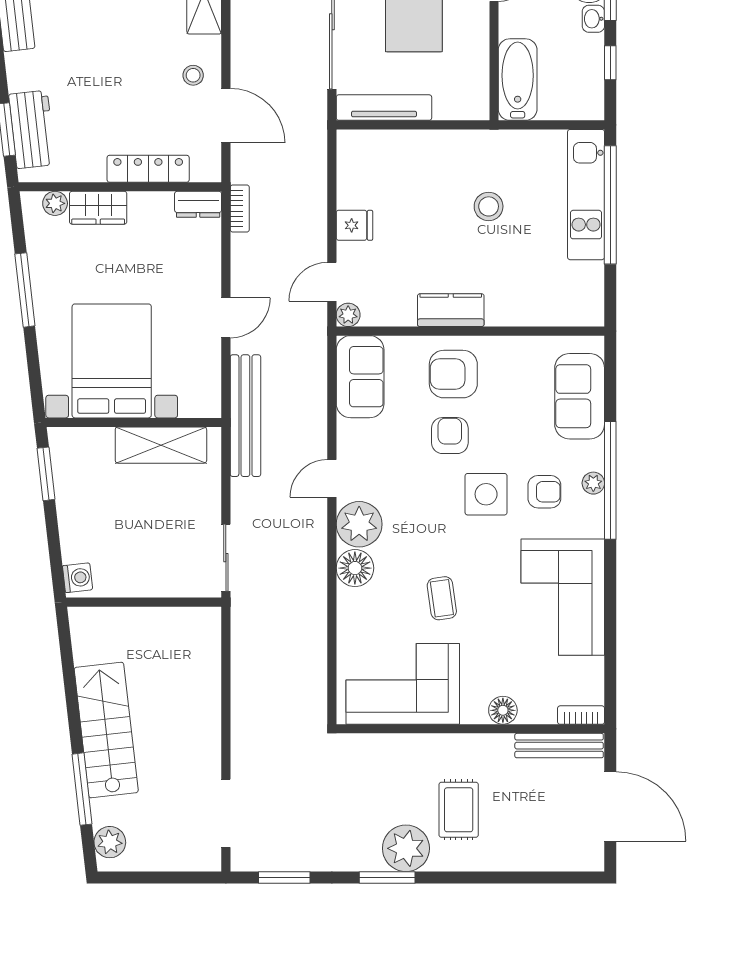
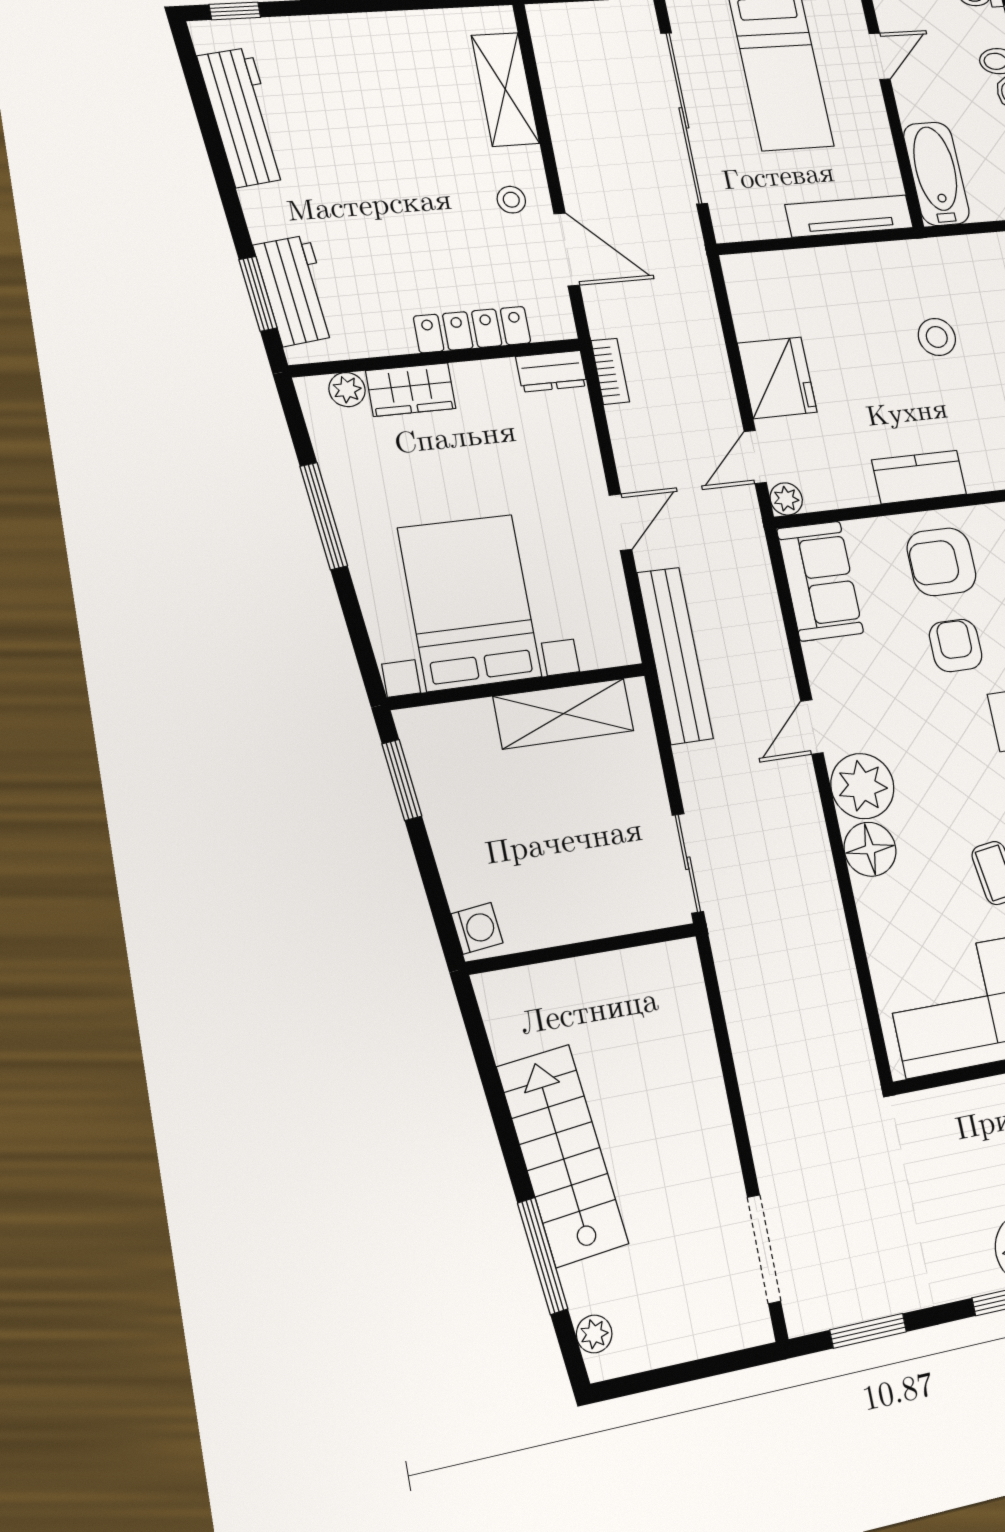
tv unit: (384, 108) -> (849, 216), moved
fridge: (354, 225) -> (777, 378), width x1.88, depth x1.34
plant: (110, 842) -> (594, 1334), width x0.73, depth x0.73

